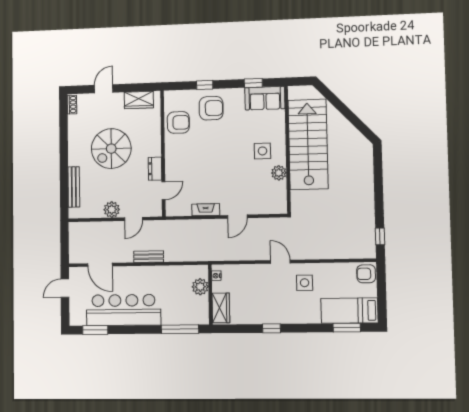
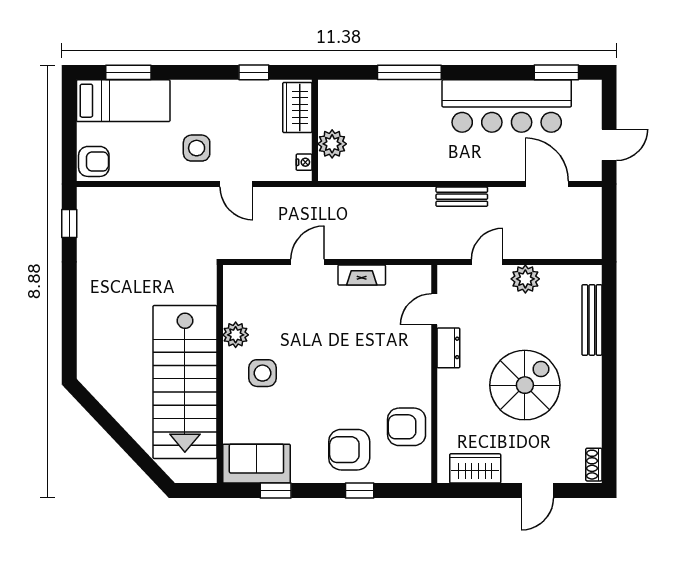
nightstand: (216, 276) -> (304, 162), moved
plant: (200, 287) -> (332, 144), moved
wall: (210, 295) -> (315, 130), moved
wardrobe: (221, 308) -> (297, 108), moved

